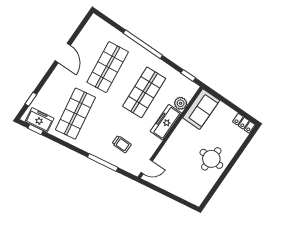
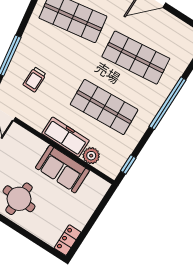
sofa: (201, 109) -> (62, 169), moved

